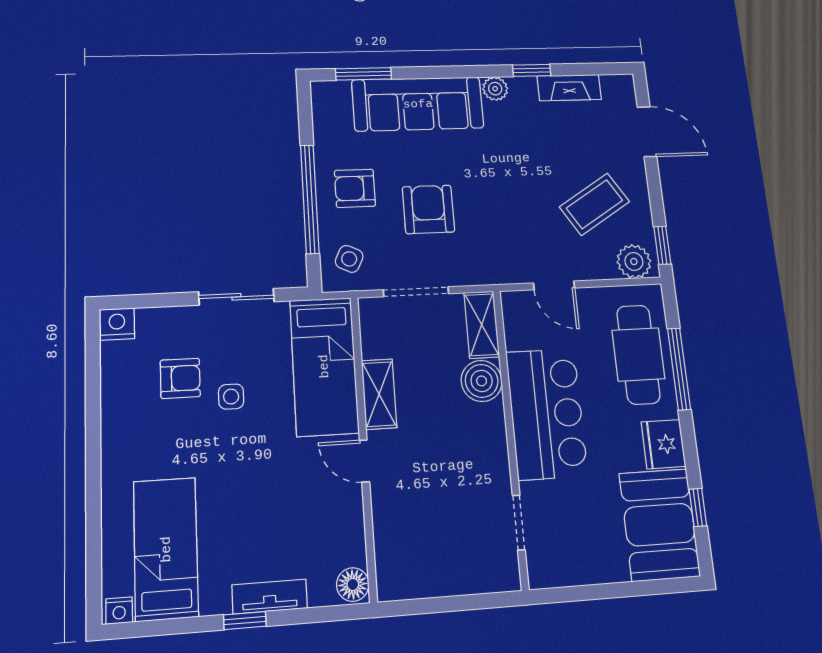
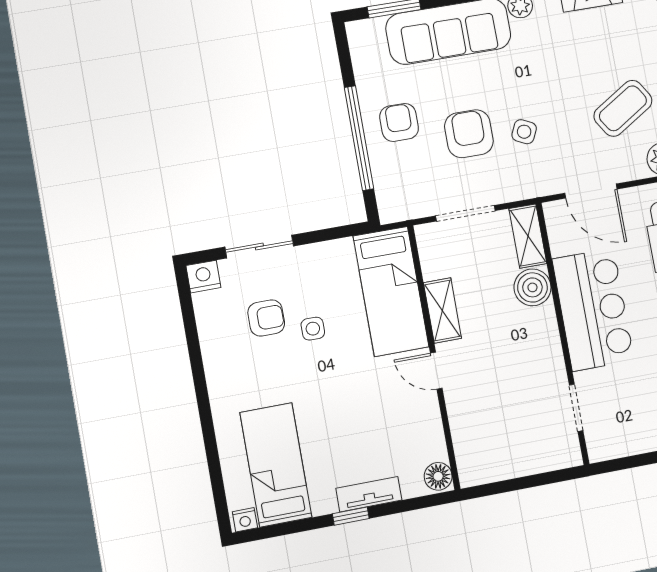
armchair: (355, 188) -> (399, 122), turned 90
side table: (349, 259) -> (524, 132), moved
door: (554, 285) -> (591, 191), width x1.38
sliding door: (236, 297) -> (259, 247), moved

